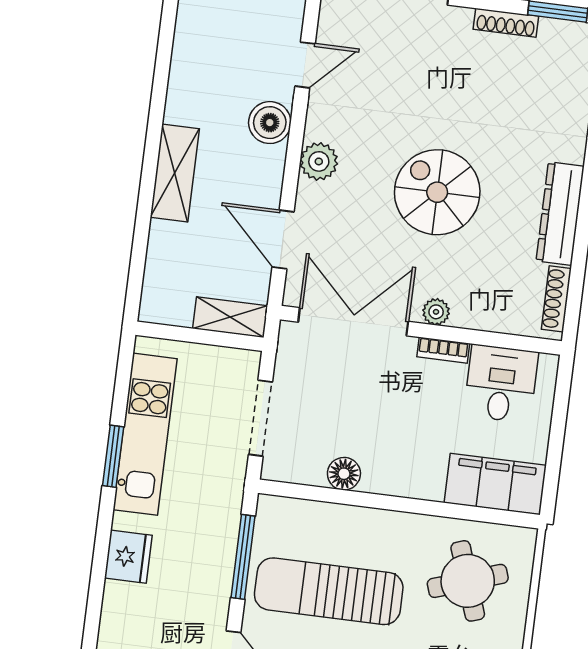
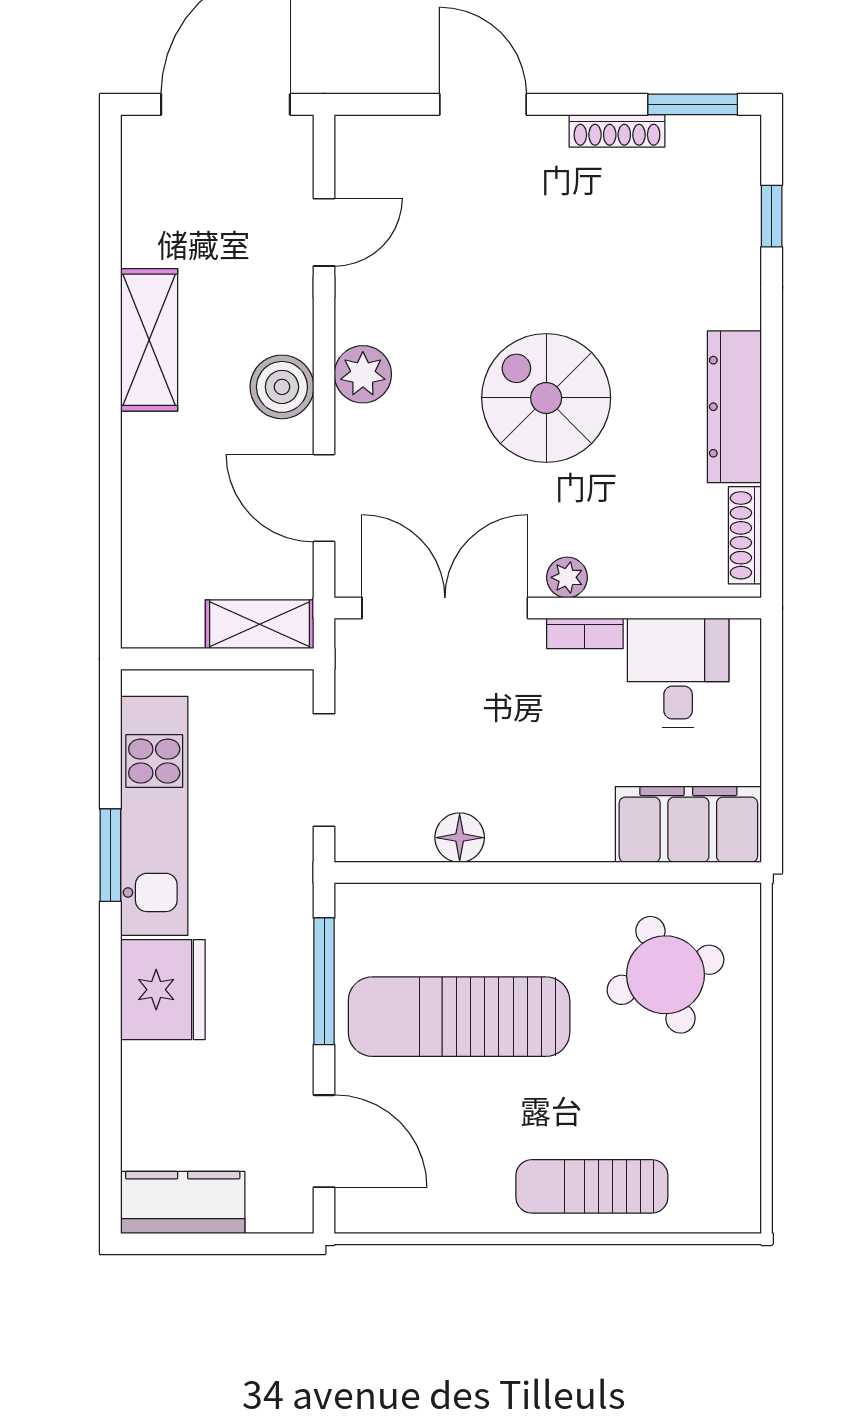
boiler: (270, 123) -> (282, 387), moved
shelving: (175, 173) -> (149, 340), moved
fridge: (128, 557) -> (163, 990), width x1.36, depth x1.34

